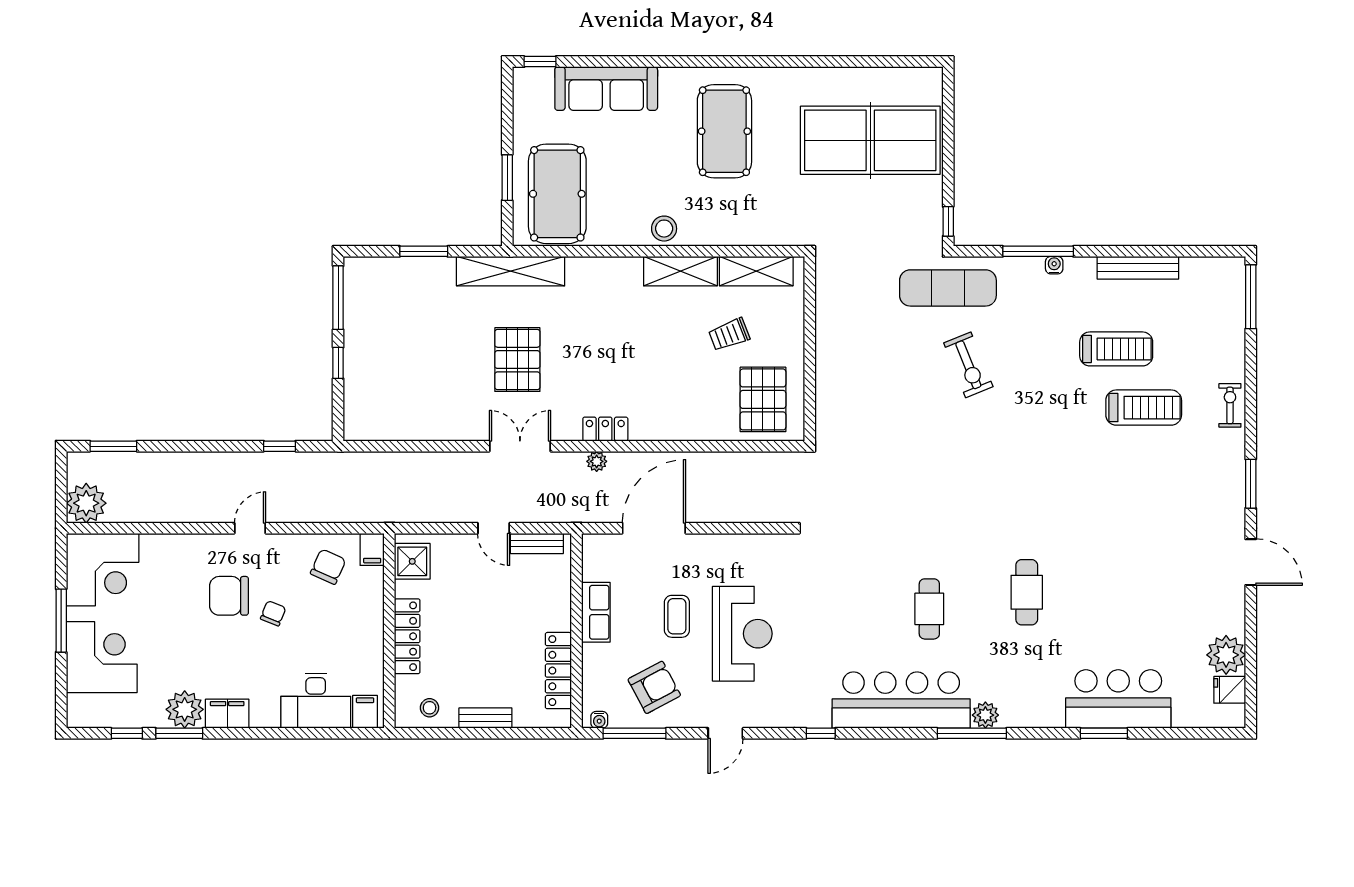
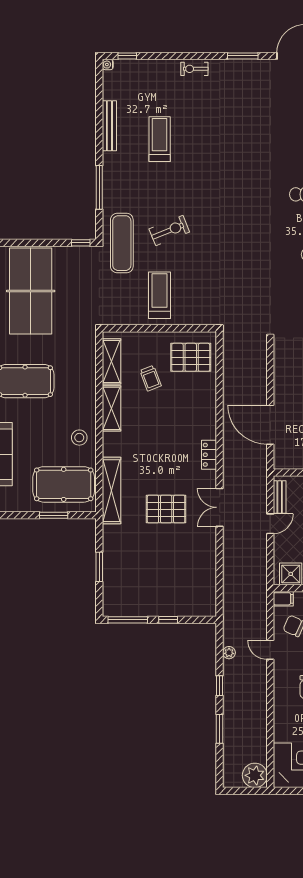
stool: (664, 229) -> (79, 438), moved
water cooler: (1054, 265) -> (108, 65), moved
shelving: (511, 271) -> (111, 491), moved
window: (1251, 297) -> (127, 56), width x0.46
treadmill: (1144, 408) -> (159, 295), moved
window: (113, 446) -> (220, 729), moved
window: (280, 446) -> (220, 686), moved
plant: (597, 461) -> (229, 653), moved
door: (250, 528) -> (270, 650), moved

